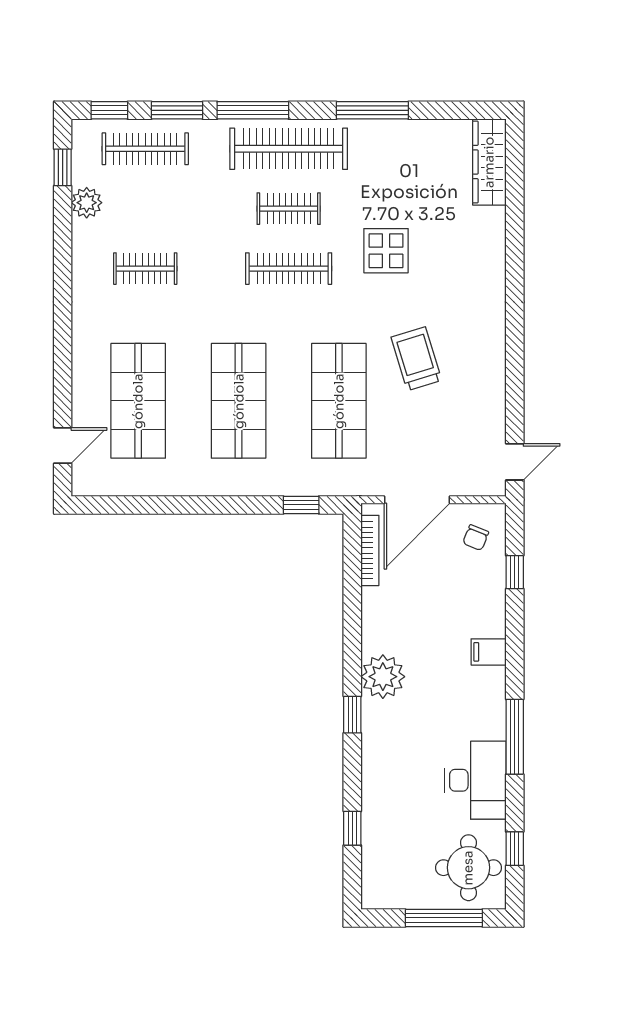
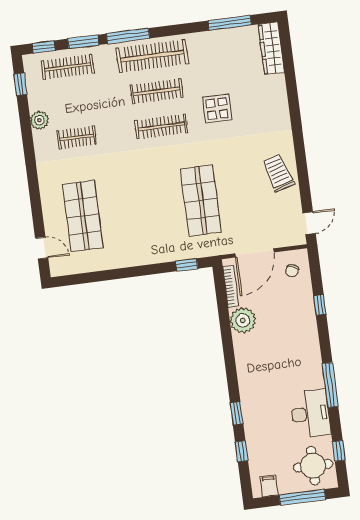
window: (372, 110) -> (230, 23), moved
plant: (87, 203) -> (39, 120), moved
clothes rail: (289, 209) -> (157, 91), width x1.36
trolley: (416, 359) -> (278, 173), moved
shop shelf: (239, 401) -> (142, 208), removed
door: (63, 446) -> (42, 248), hinge flipped
window: (515, 572) -> (320, 305), moved
filing cabinet: (489, 652) -> (269, 486), moved, turned 90
plant: (383, 677) -> (243, 320), moved
window: (352, 715) -> (237, 413), moved

